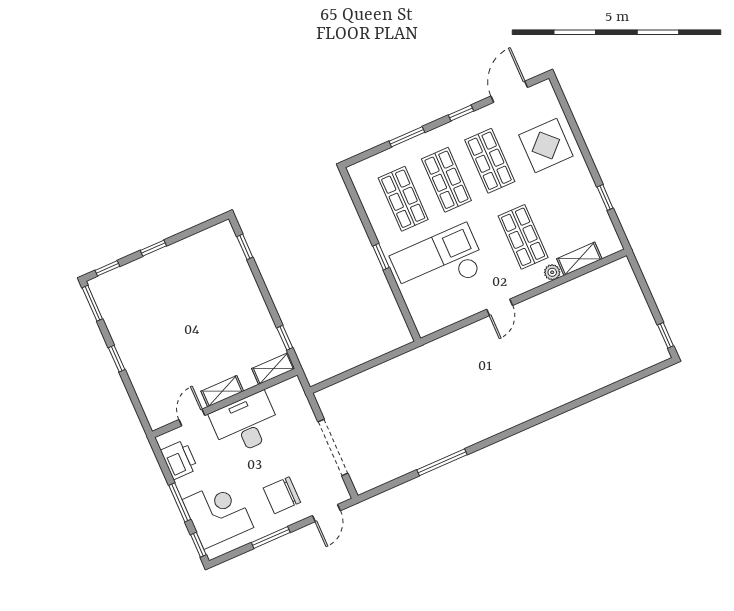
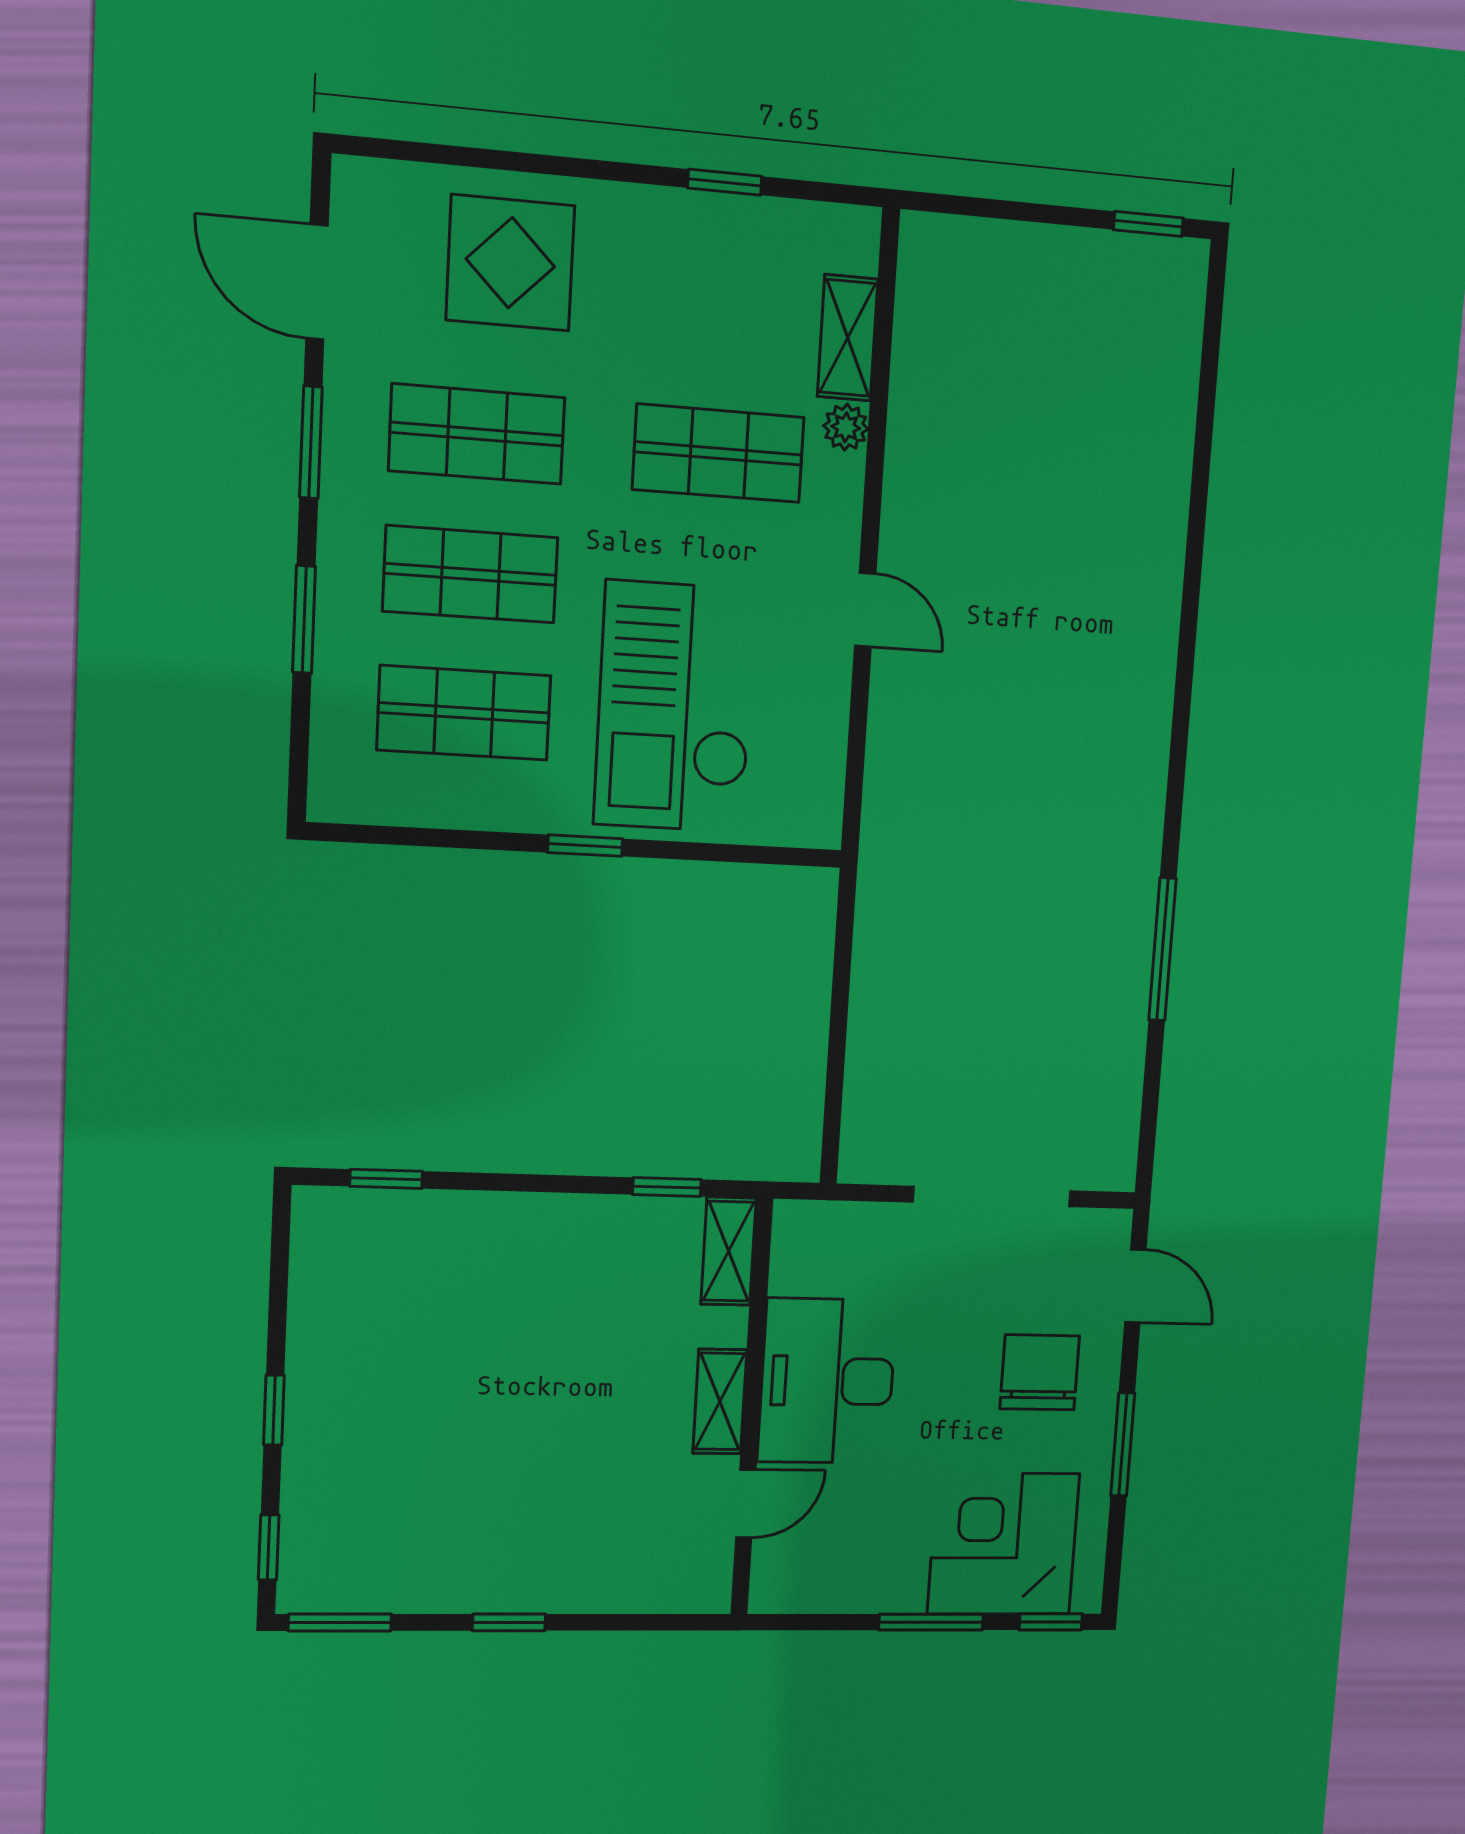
window: (461, 113) -> (311, 442), width x1.50
door: (192, 418) -> (746, 1503), swing flipped
printer: (179, 460) -> (831, 1579), removed
chair: (282, 495) -> (1040, 1372), turned 180

